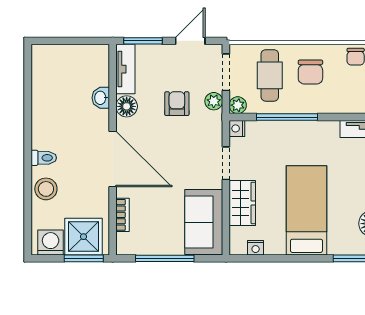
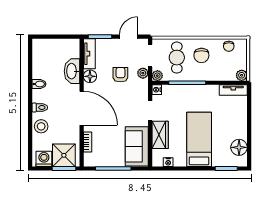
washbasin: (101, 98) -> (72, 71), width x1.91, depth x1.45
bidet: (42, 119) -> (39, 84), added

